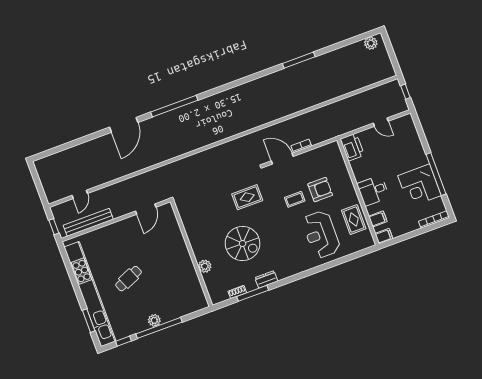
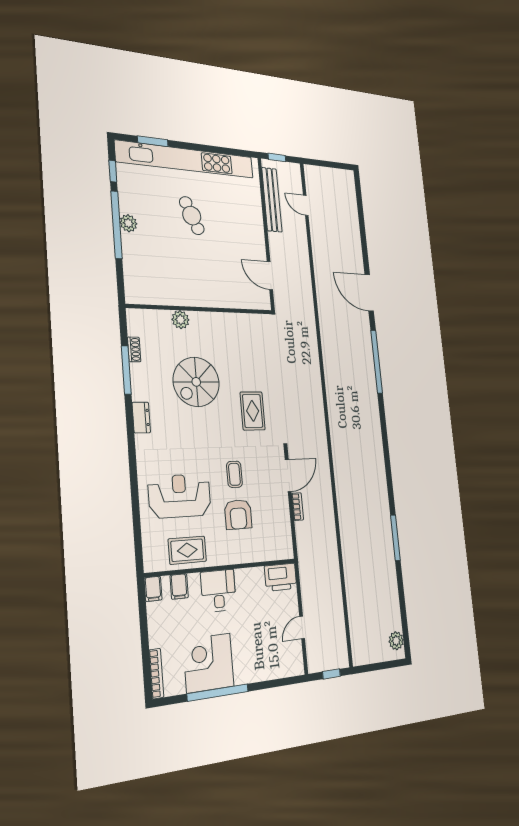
dresser: (266, 279) -> (141, 418), moved

